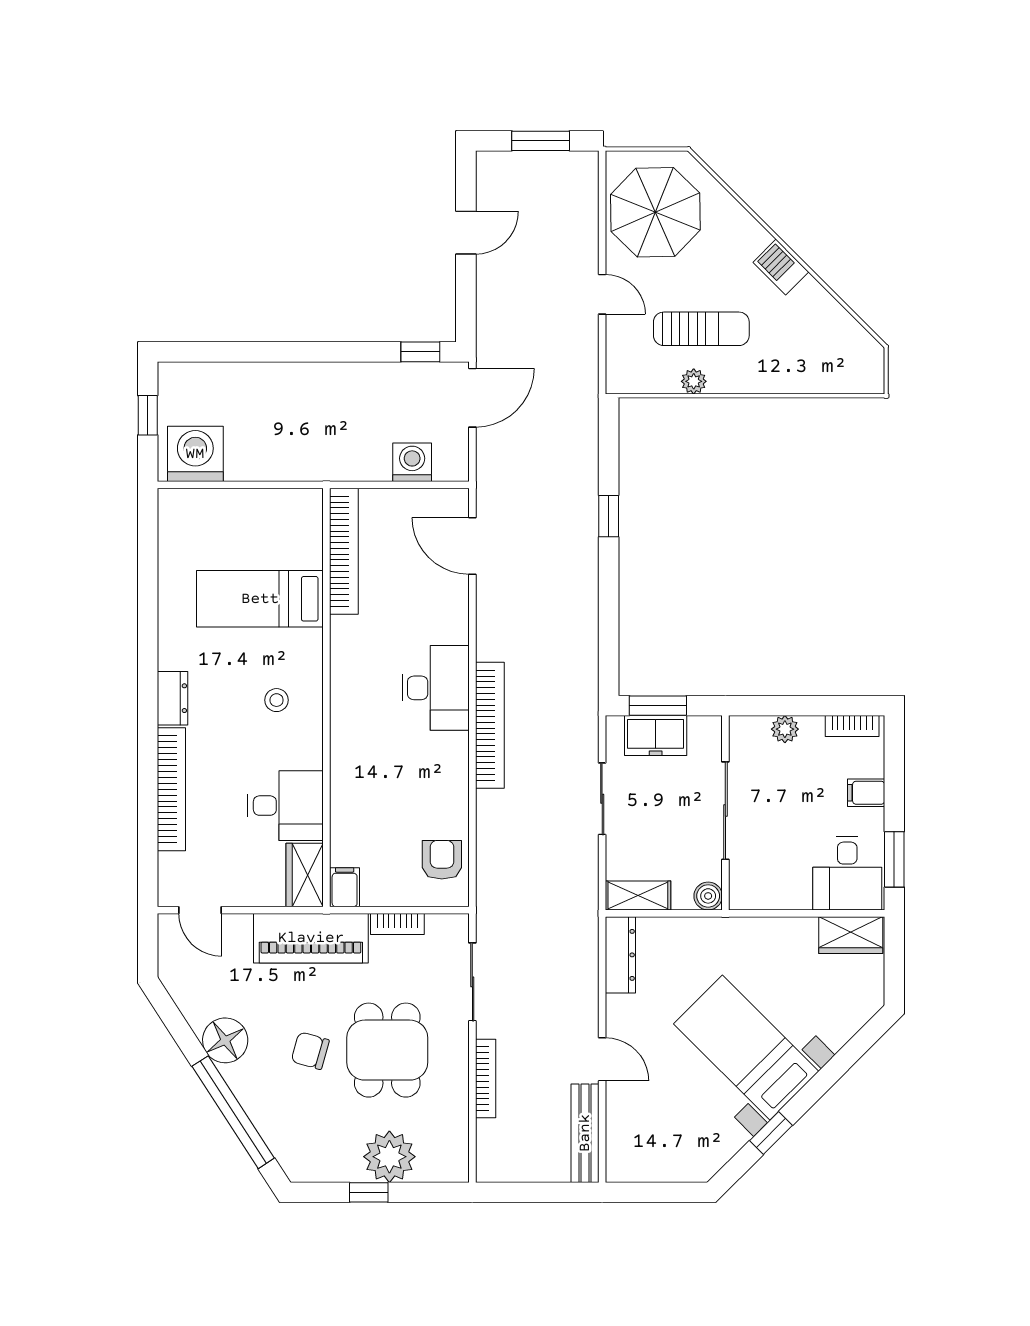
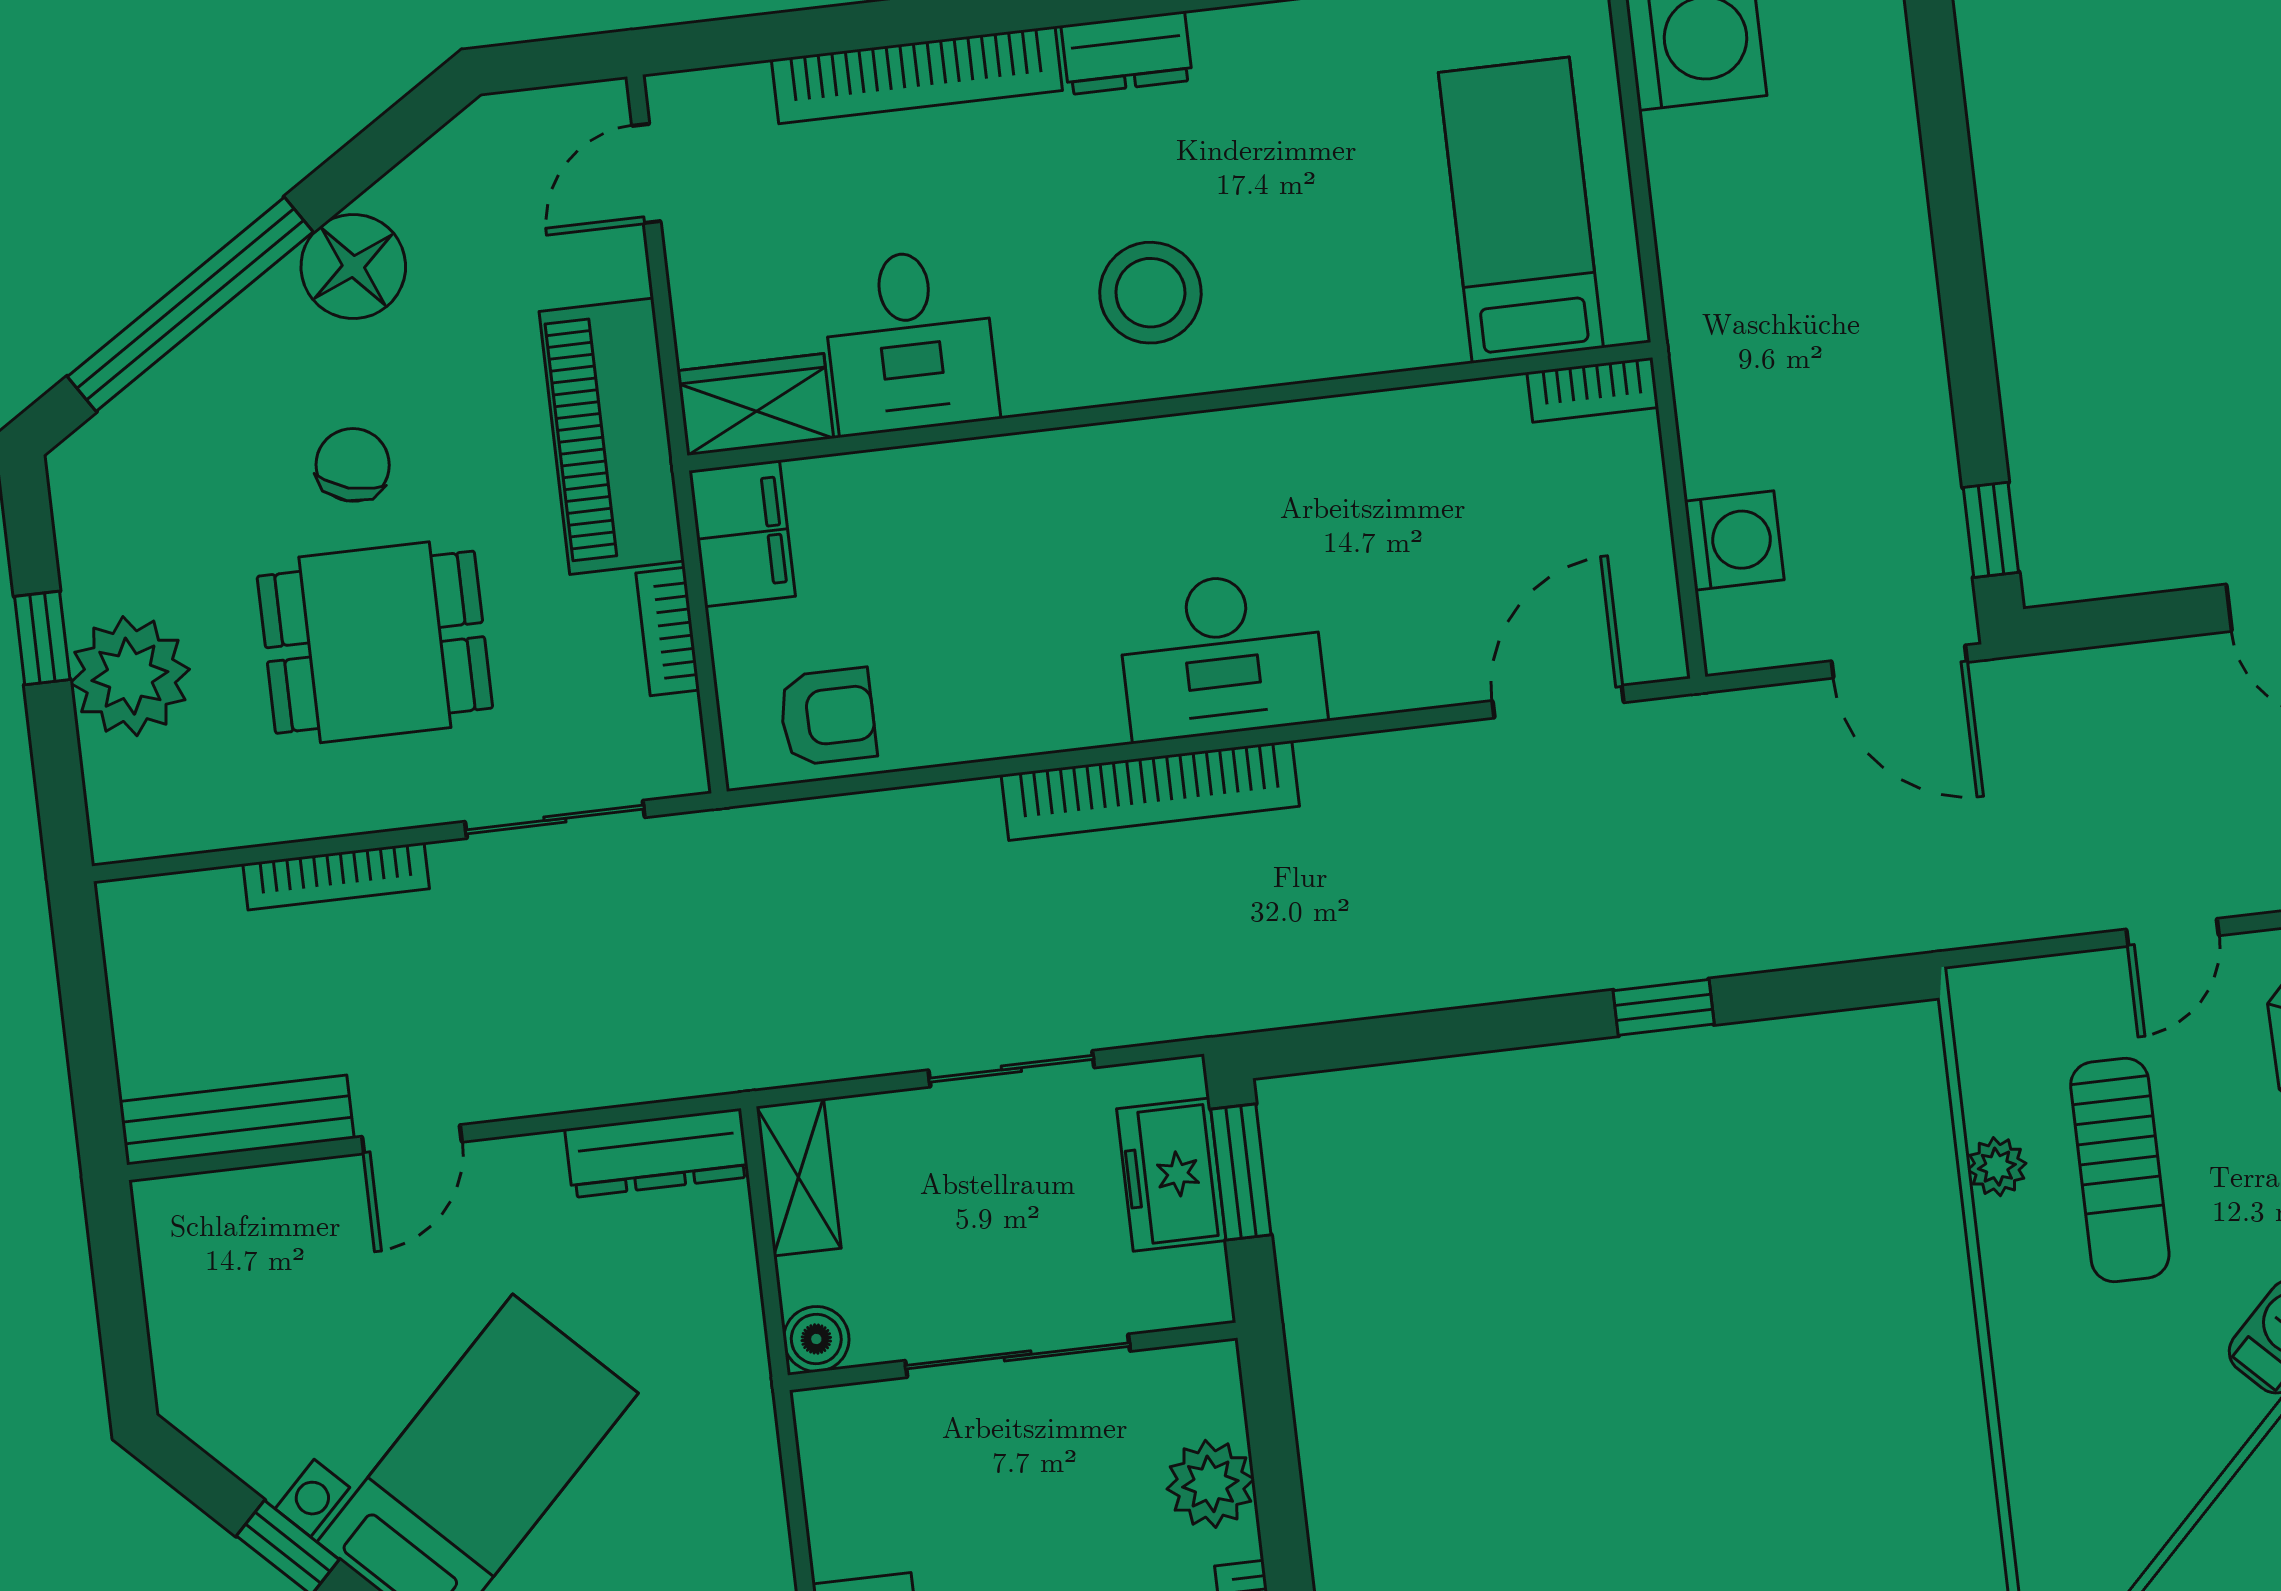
bookcase: (344, 551) -> (1593, 390), width x0.43, depth x0.76
bed: (260, 599) -> (1521, 210), moved
stool: (277, 700) -> (1150, 293), width x1.89, depth x1.89
plant: (785, 729) -> (1210, 1484), width x1.38, depth x1.38
filing cabinet: (345, 887) -> (742, 534), width x2.00

